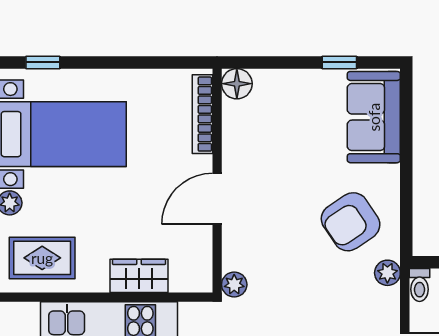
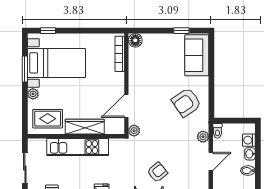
door: (217, 199) -> (126, 106), moved
plant: (387, 273) -> (203, 137), moved
wardrobe: (139, 276) -> (85, 127), width x1.50

